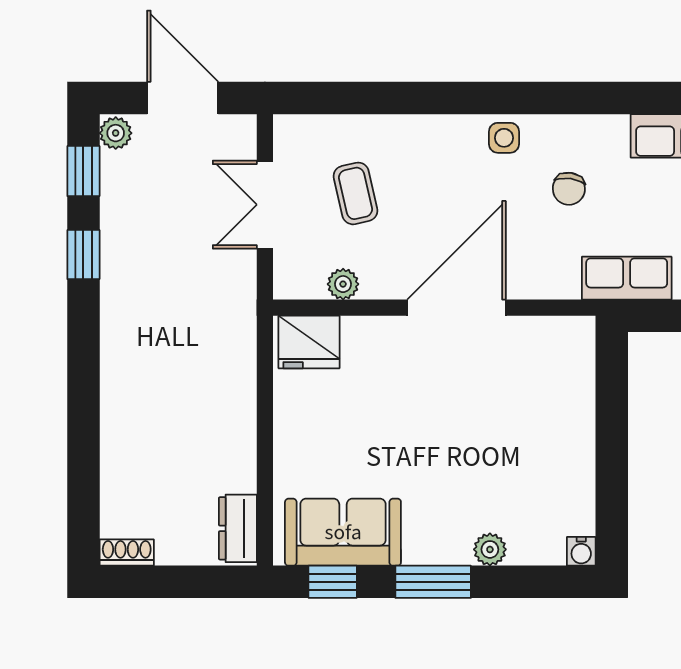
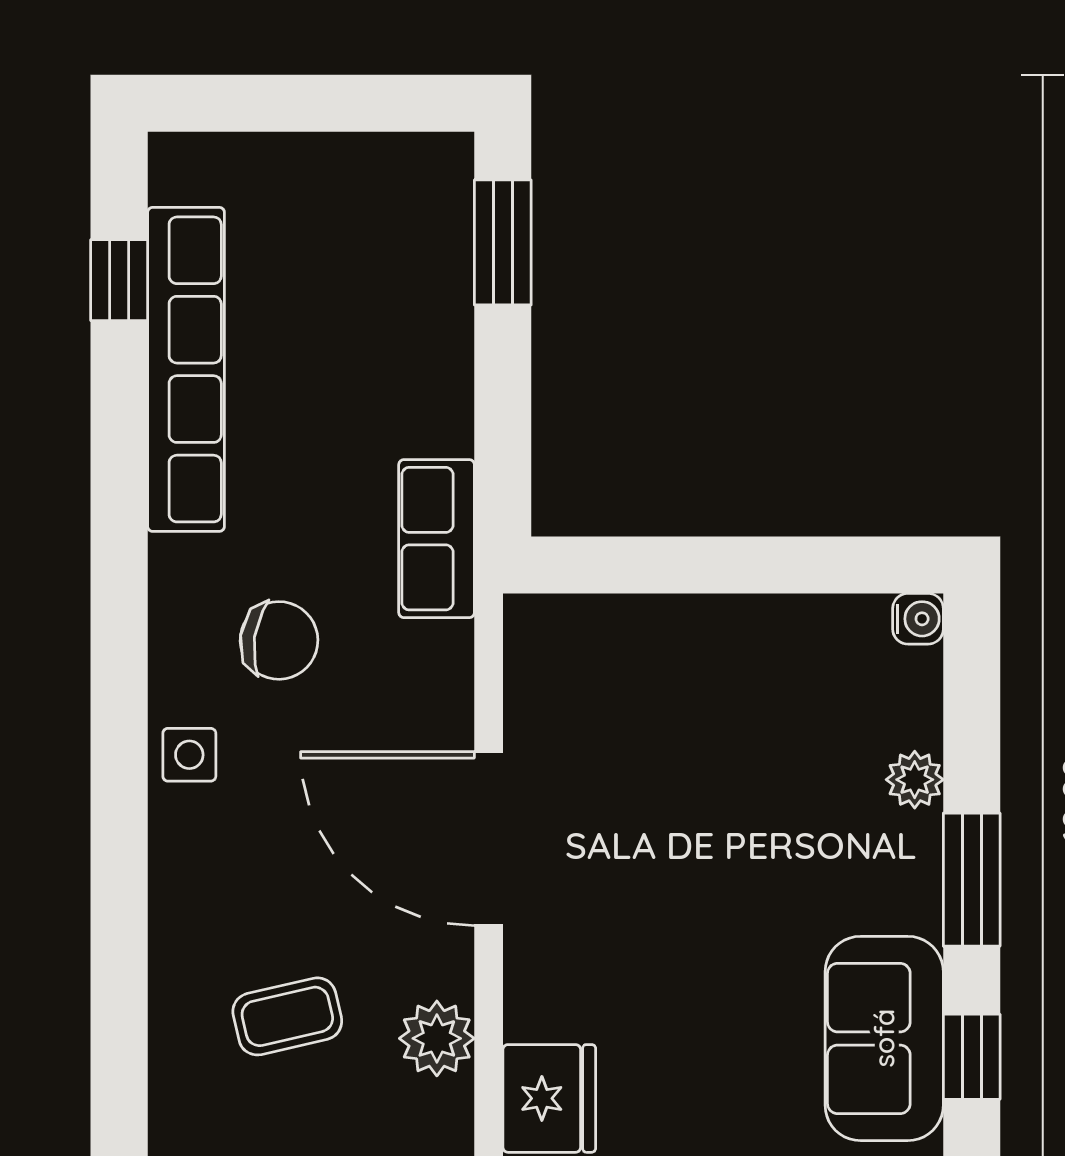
chair: (569, 189) -> (279, 640), width x1.37, depth x1.37
plant: (343, 284) -> (437, 1038), width x1.38, depth x1.38

